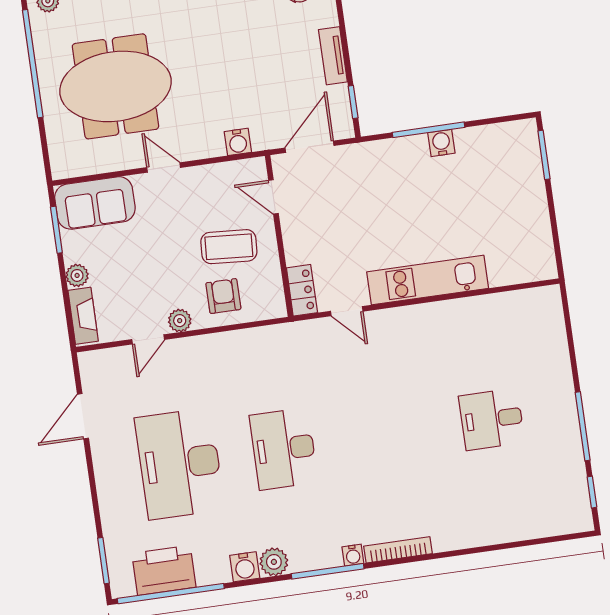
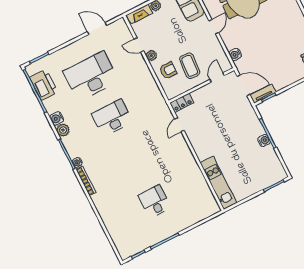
tv unit: (333, 56) -> (263, 94), moved
kitchen unit: (428, 280) -> (218, 183), moved

